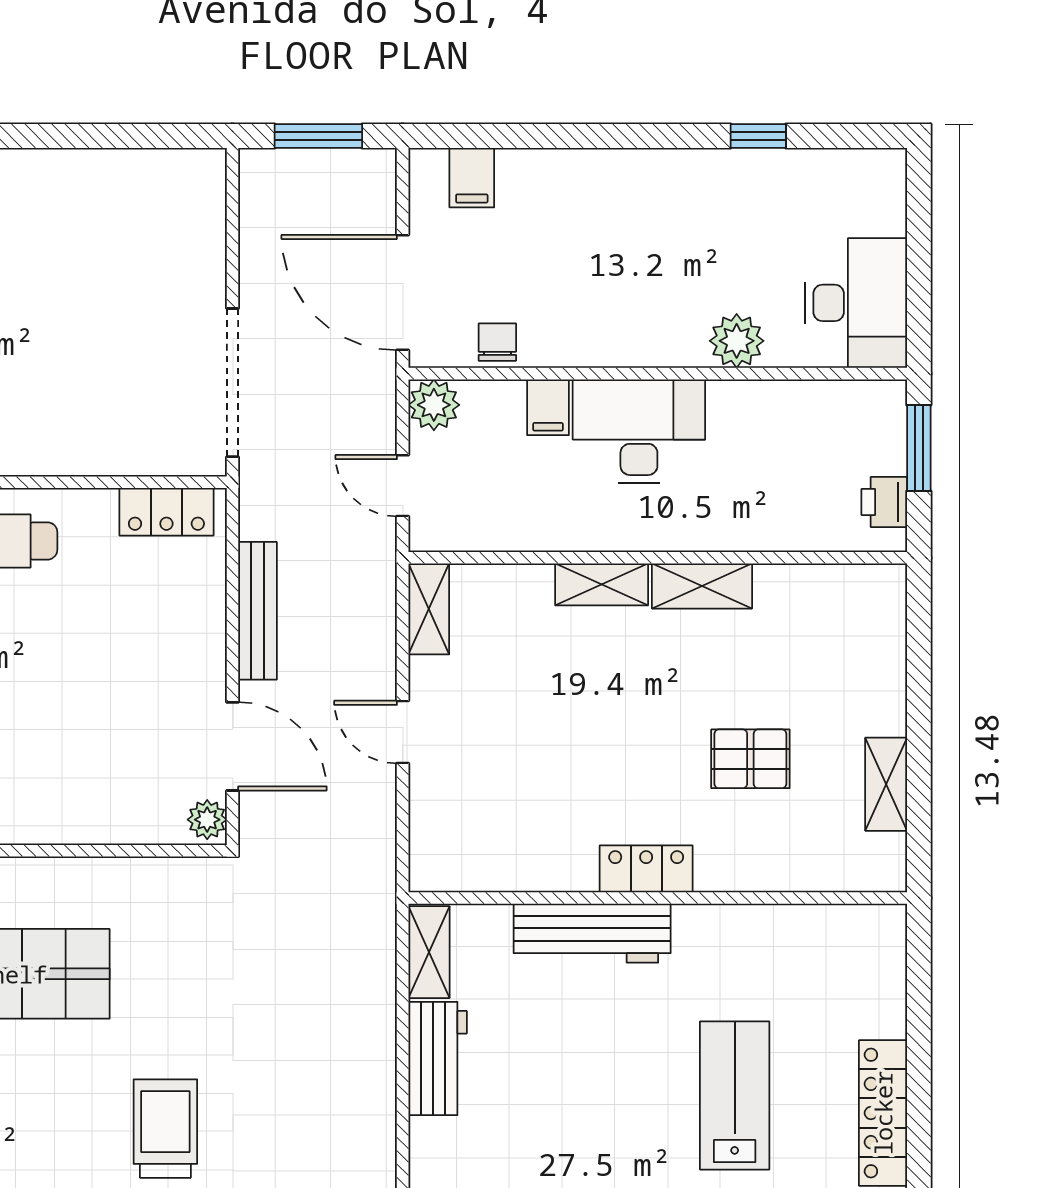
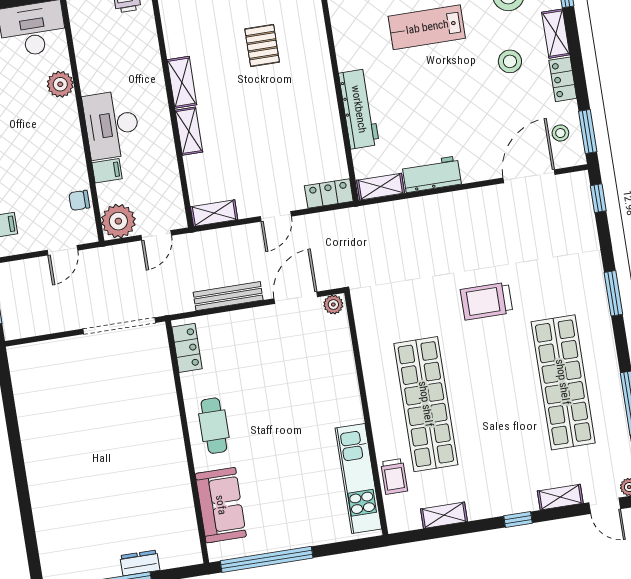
door: (403, 293) -> (62, 250), width x0.53
plant: (434, 405) -> (118, 221), width x1.36, depth x1.36
locker: (646, 869) -> (329, 193), moved, turned 90

